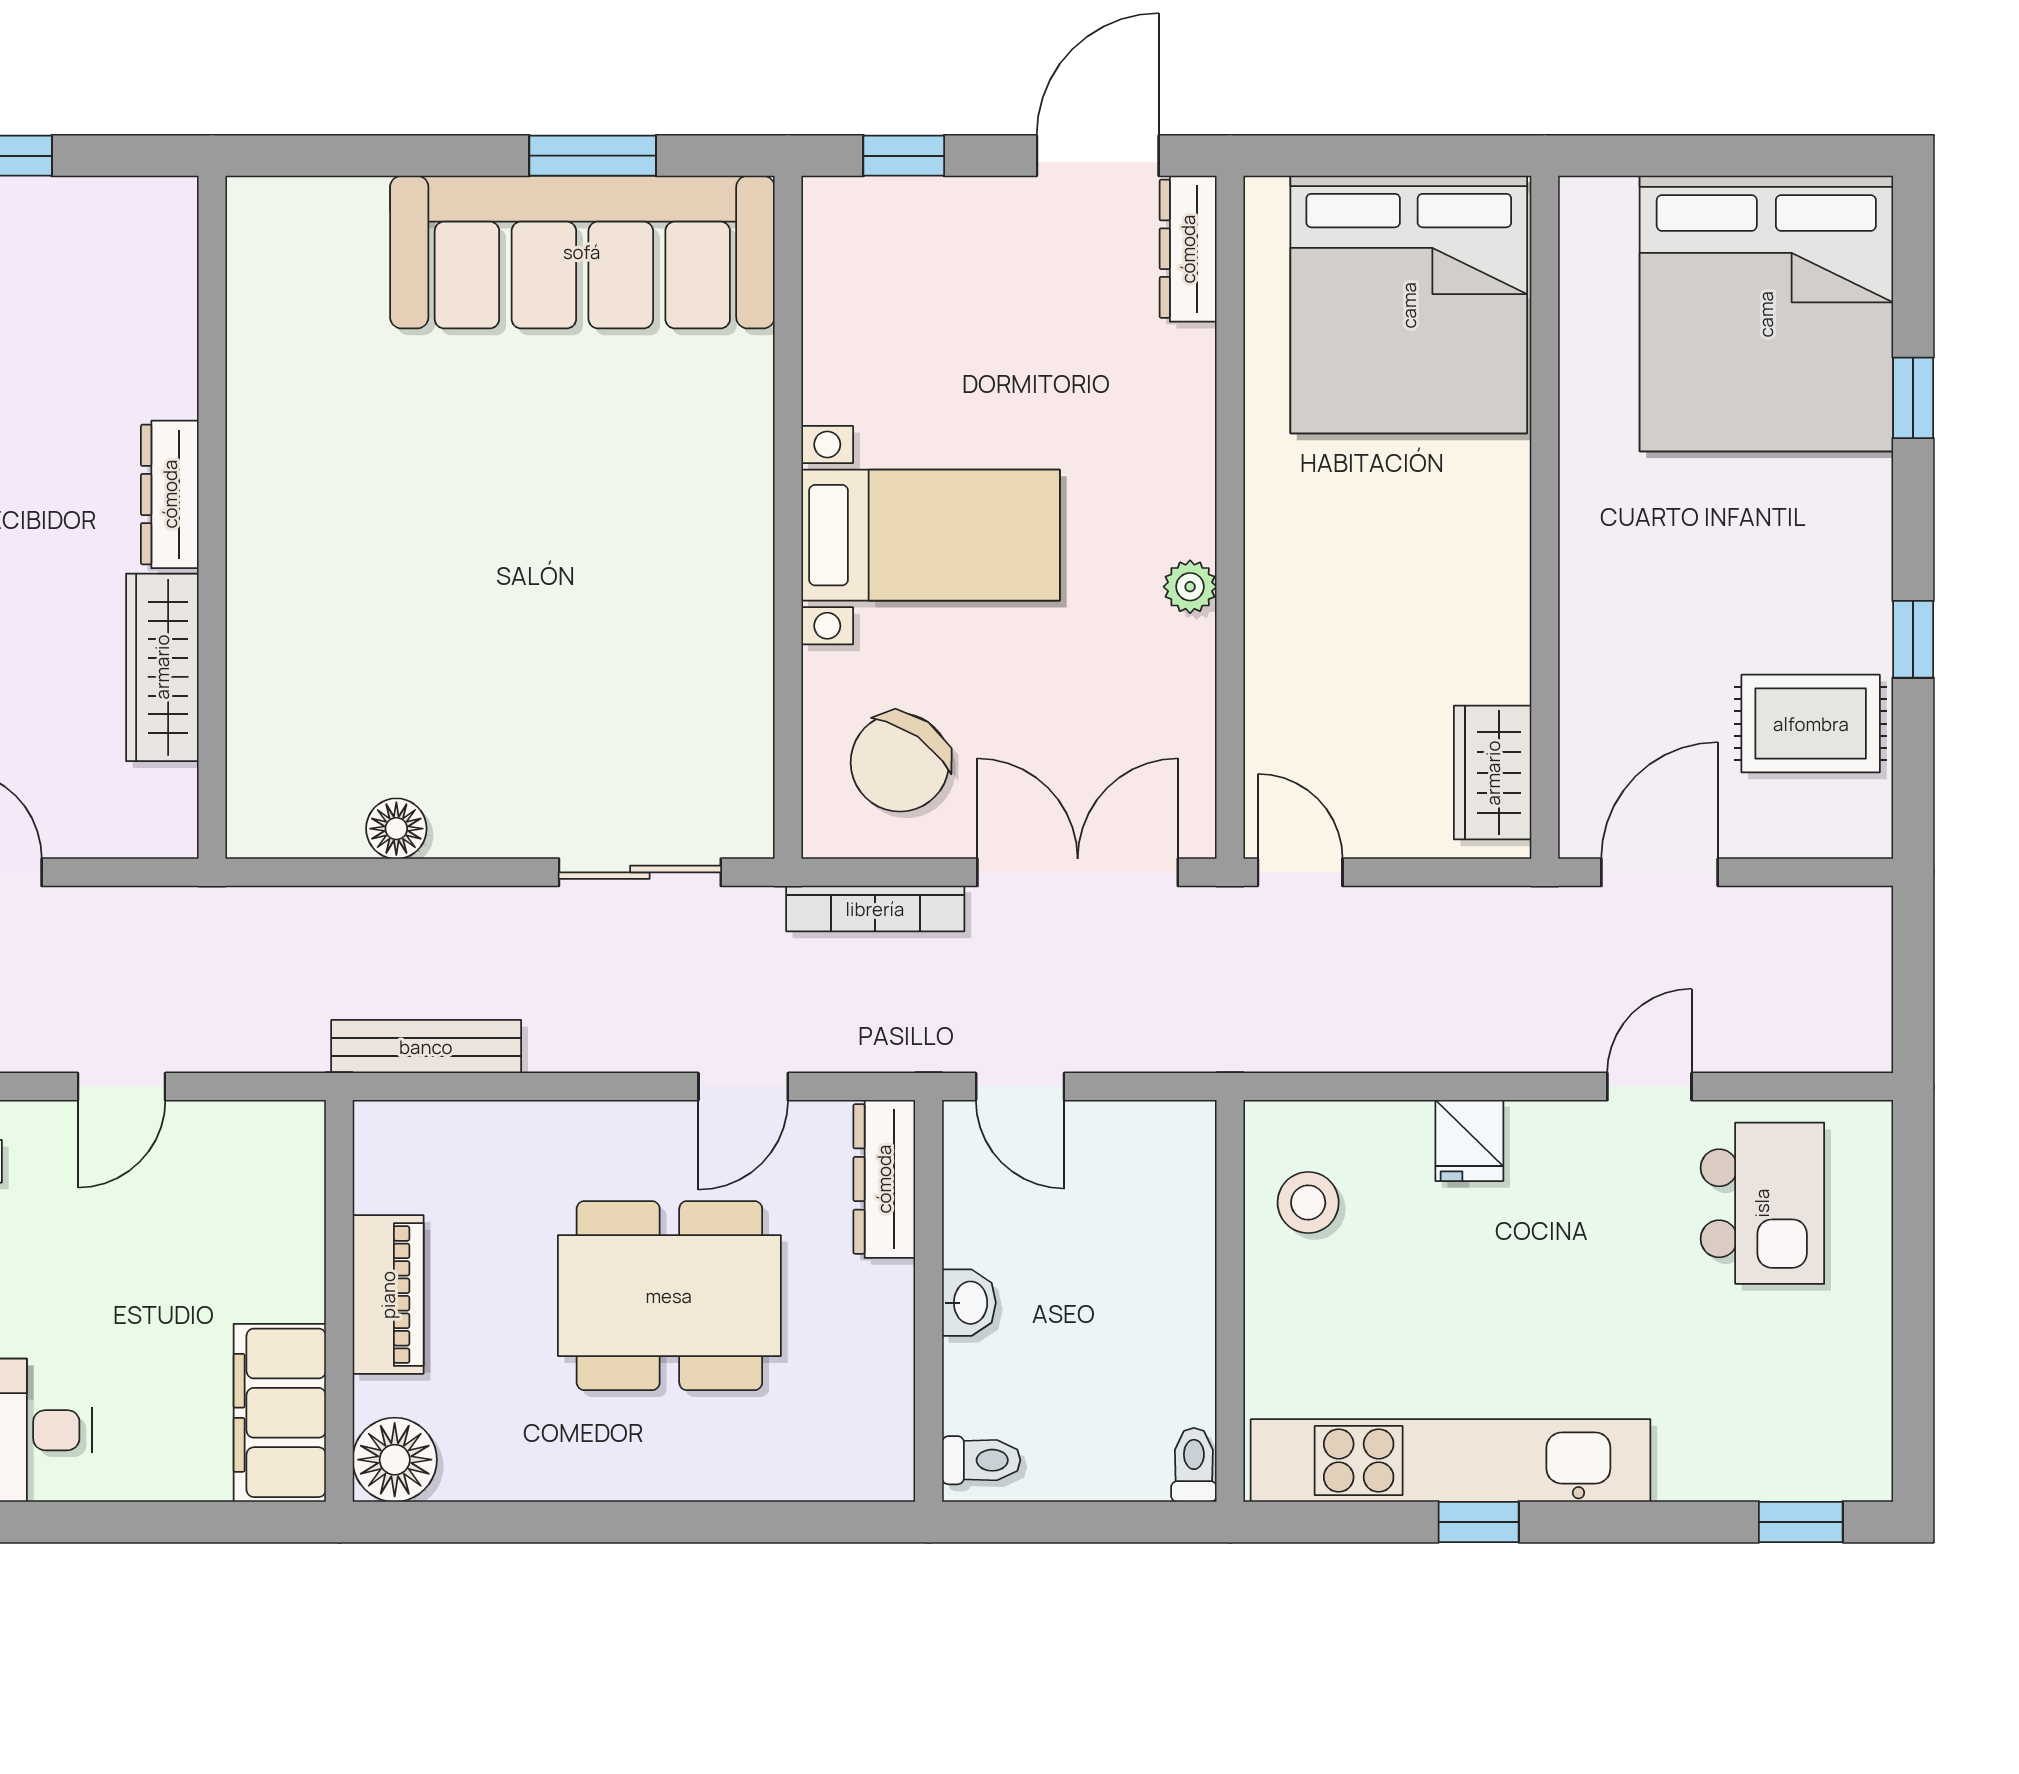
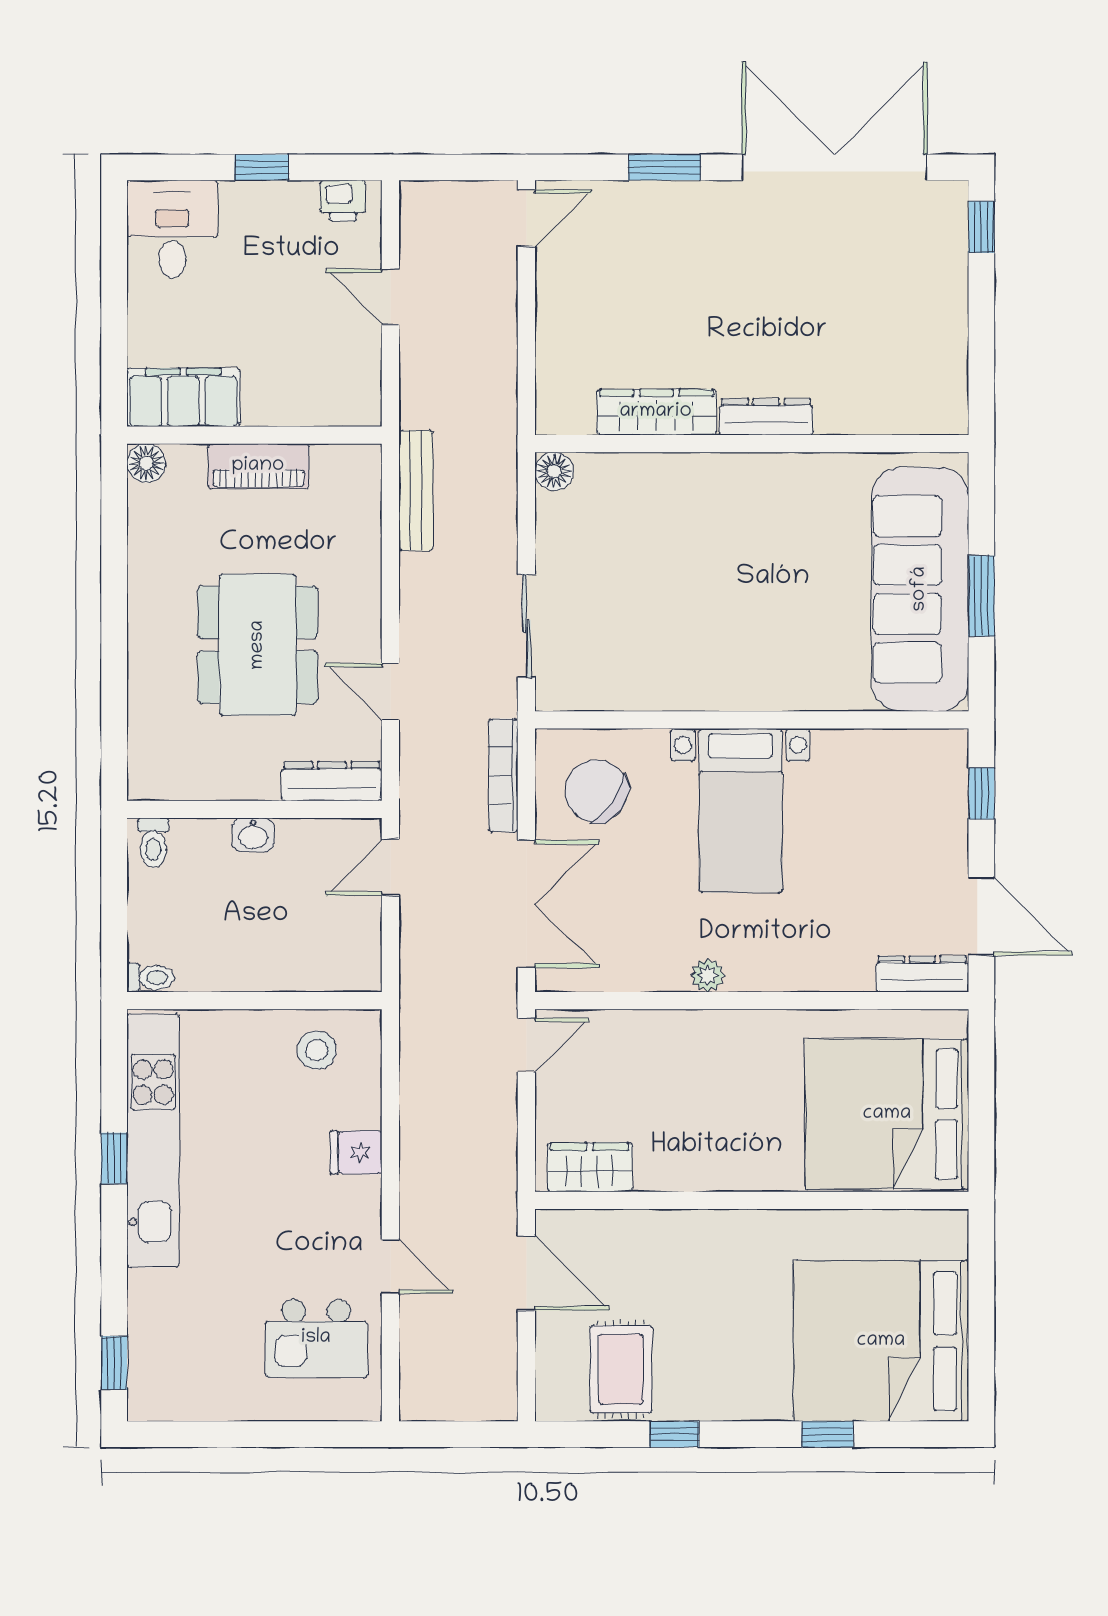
dresser: (170, 494) -> (766, 417), moved
wall: (212, 517) -> (752, 444), moved
wardrobe: (162, 667) -> (656, 412), moved
floor lamp: (395, 1460) -> (146, 463), width x0.73, depth x0.73

